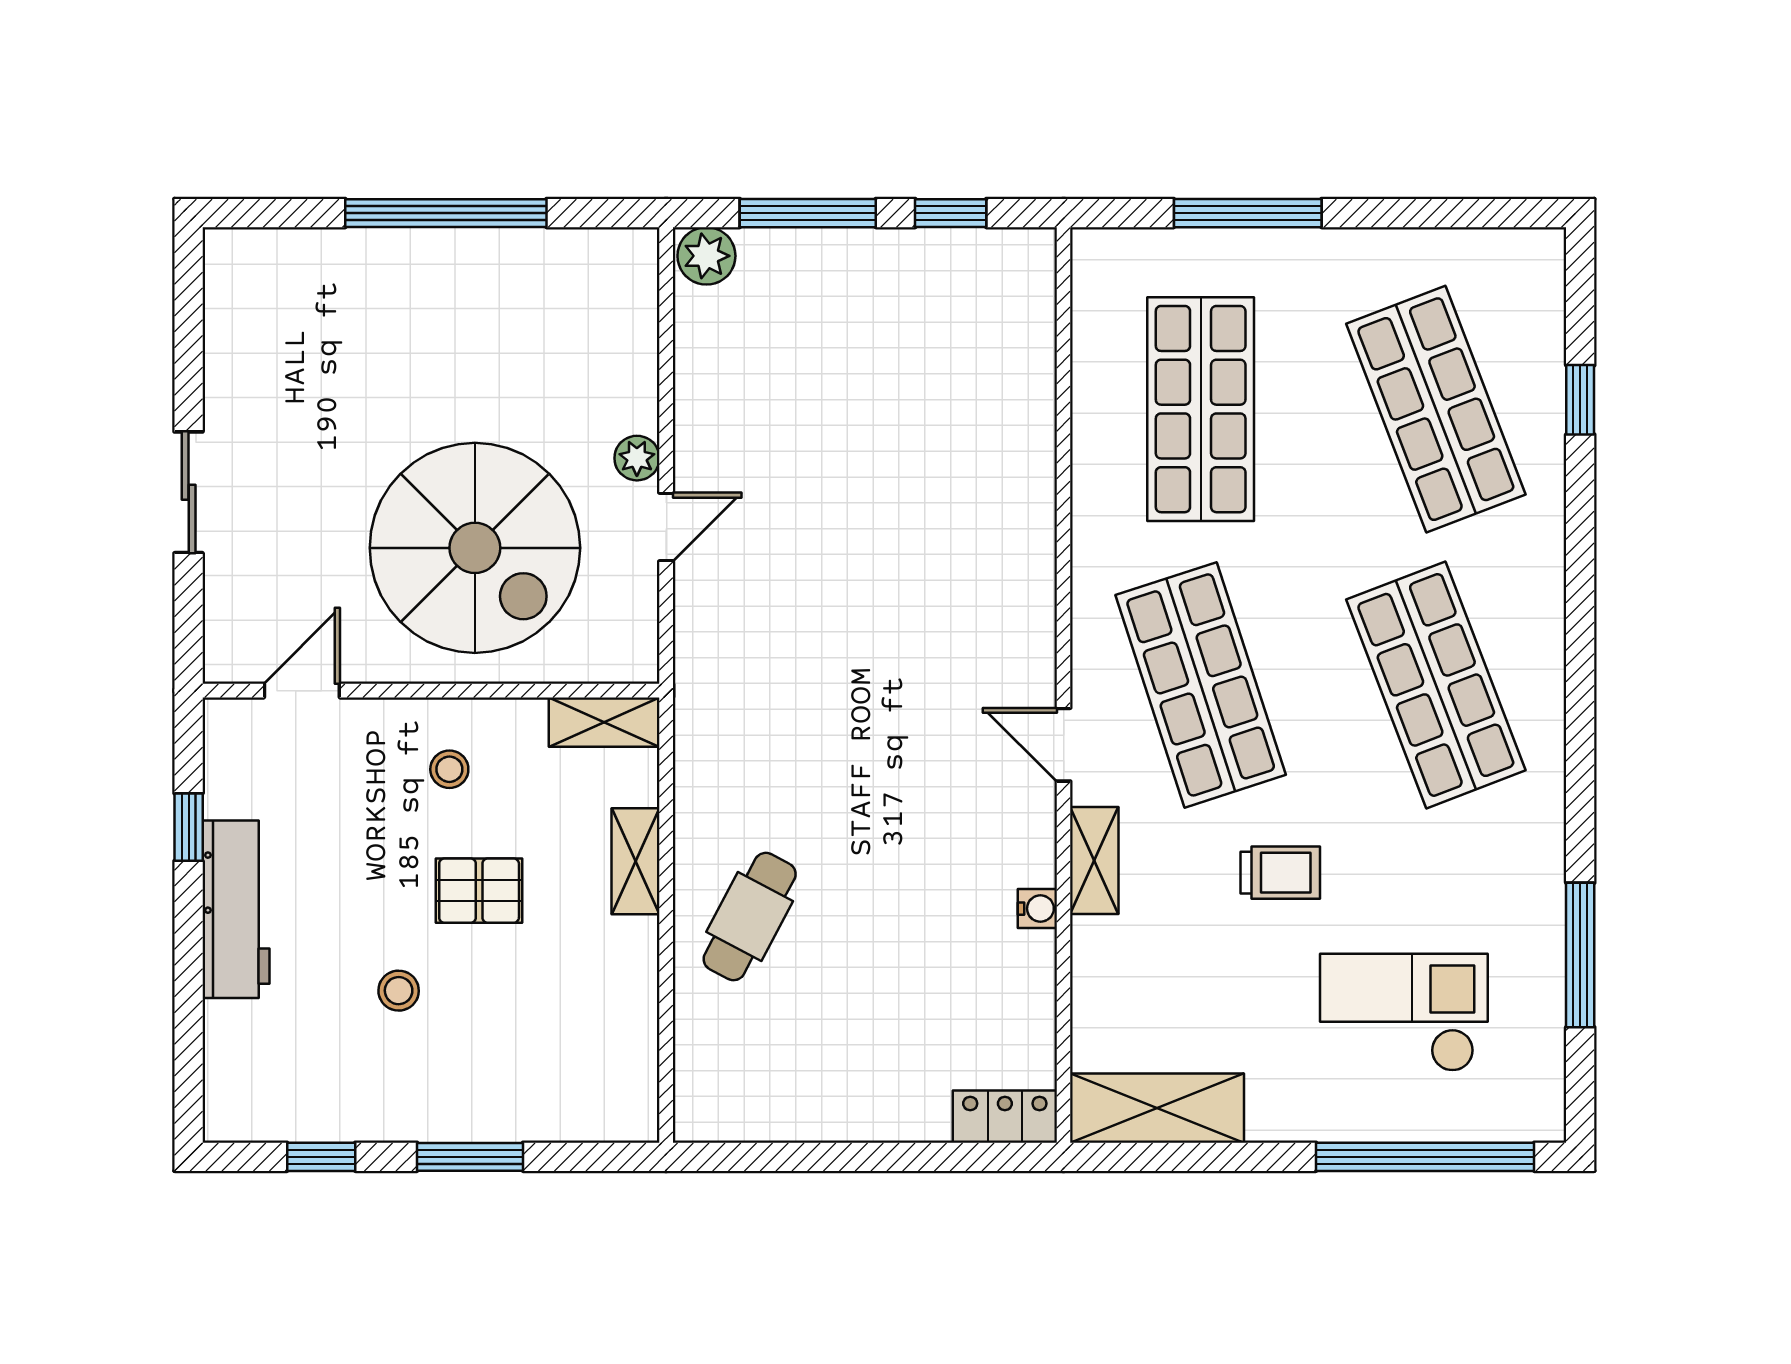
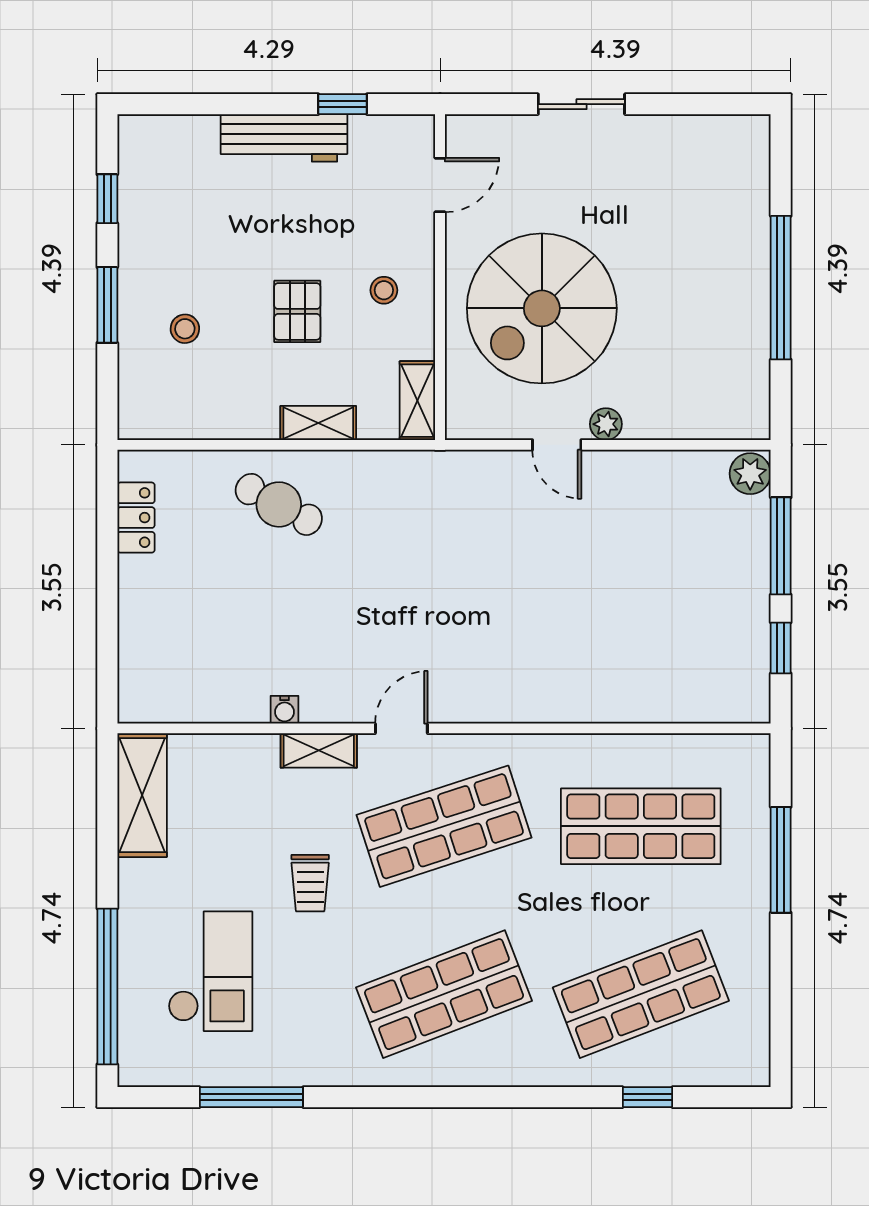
door: (302, 691) -> (440, 185), hinge flipped
stool: (399, 991) -> (185, 329), moved
locker: (1005, 1117) -> (136, 518), moved

